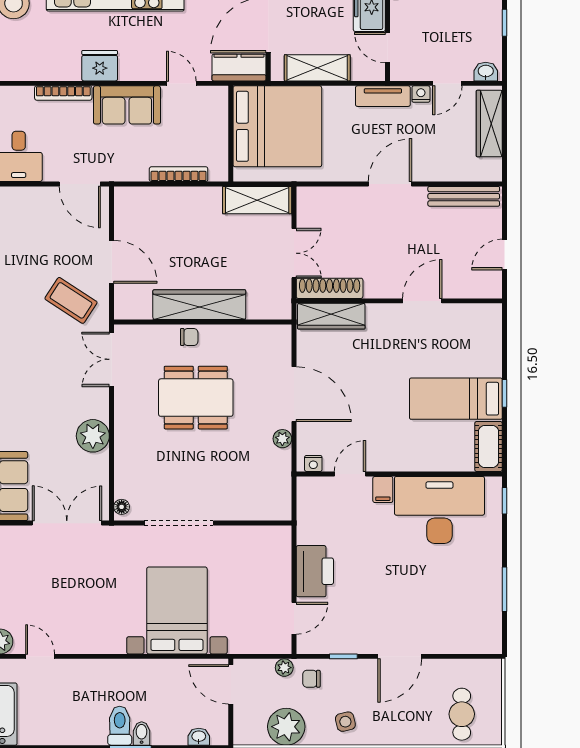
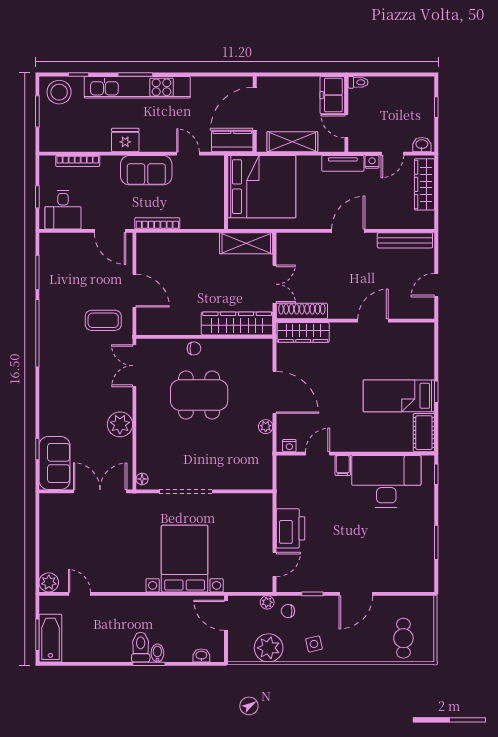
bookcase: (63, 93) -> (78, 161), moved
bookcase: (179, 174) -> (157, 223), moved
coffee table: (71, 300) -> (103, 320), turned -33
wardrobe: (199, 305) -> (237, 324), moved

